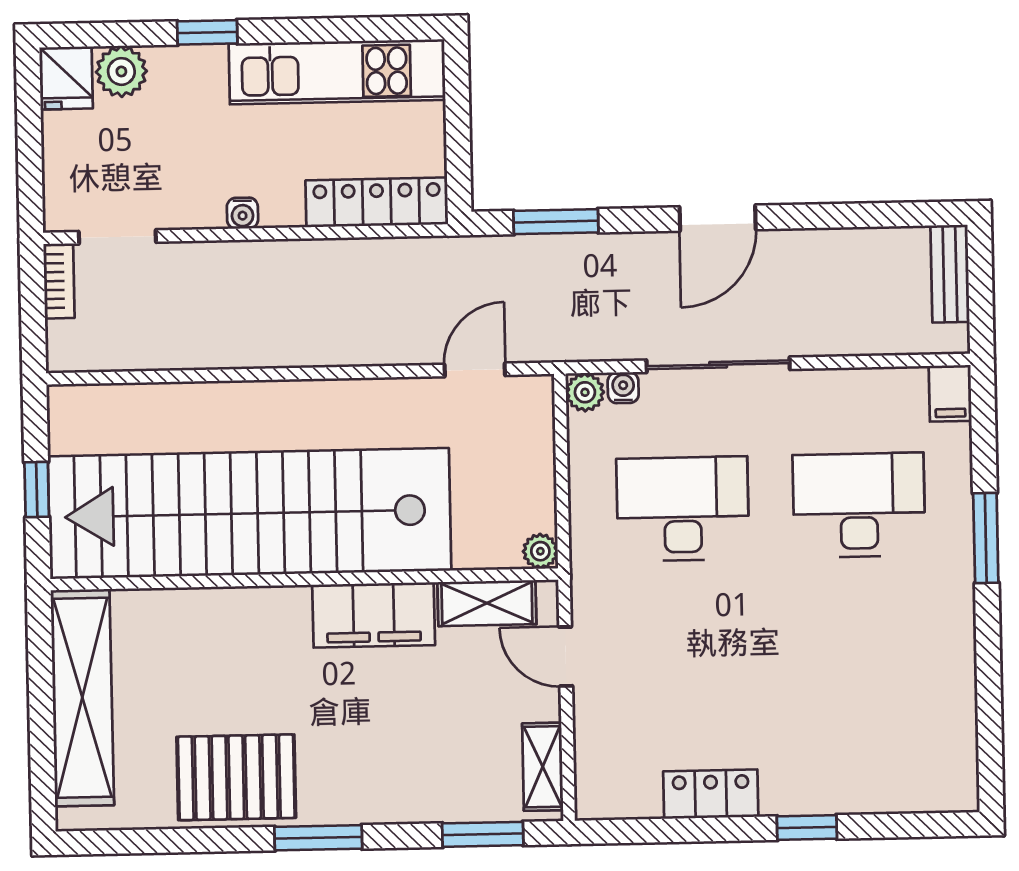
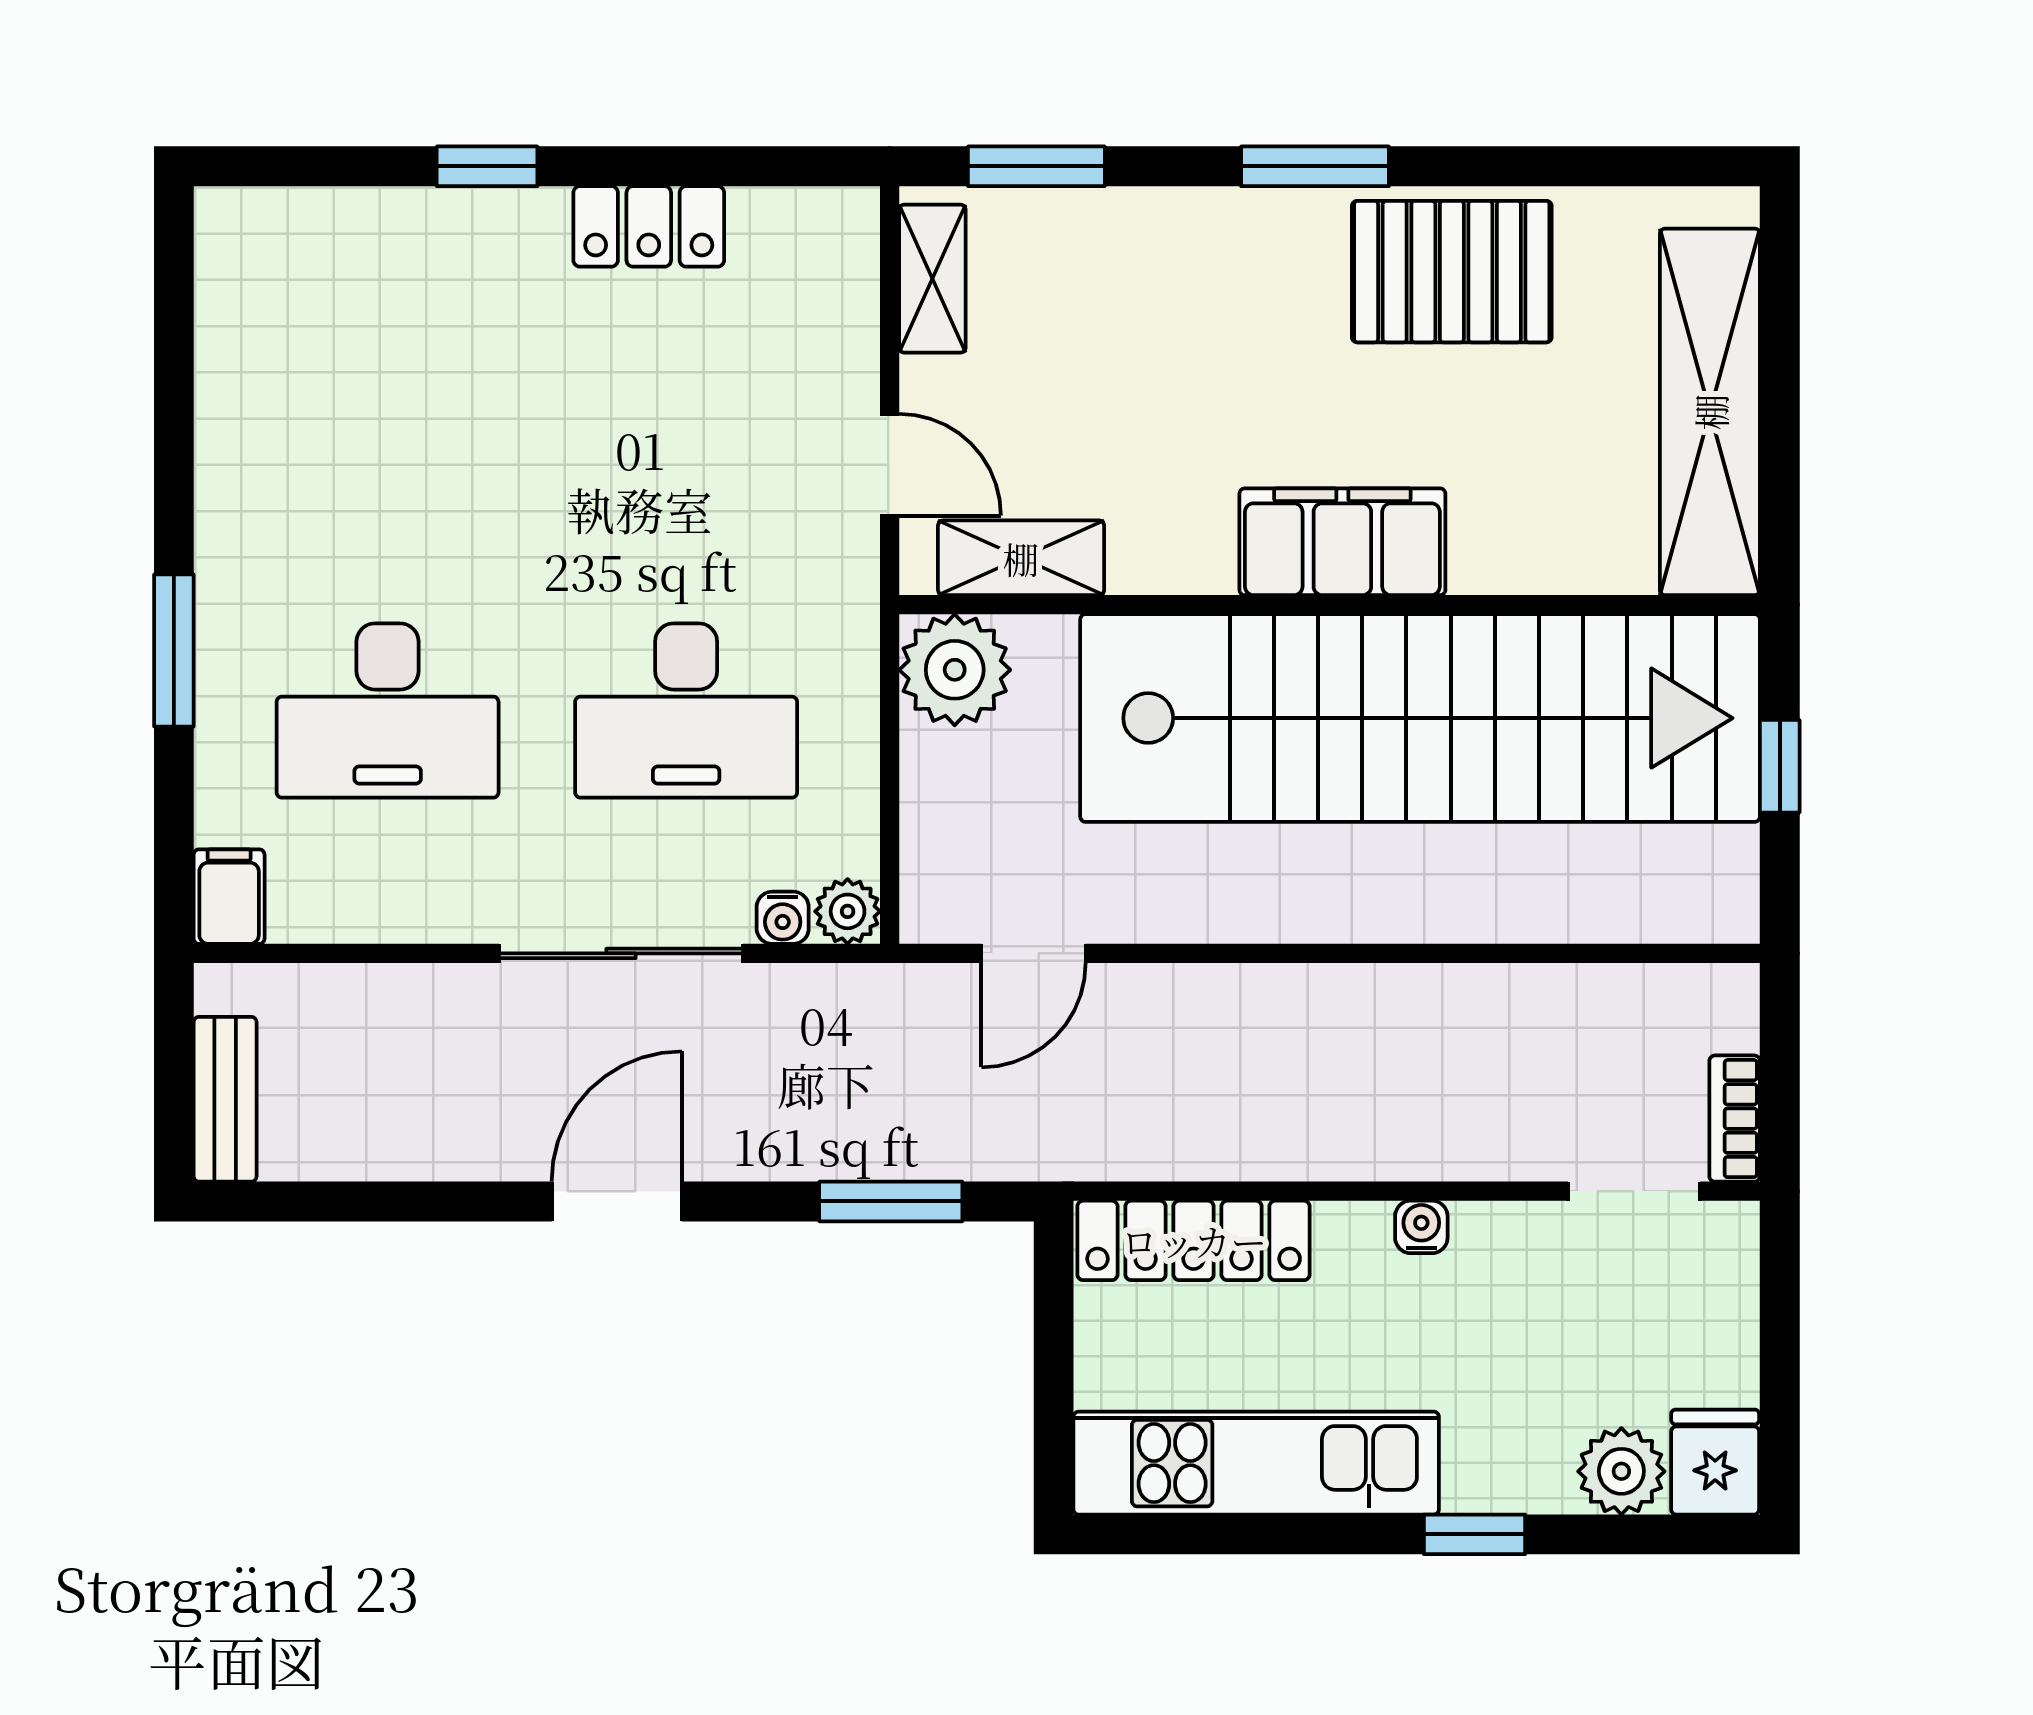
plant: (540, 551) -> (955, 670), width x1.88, depth x1.88
filing cabinet: (374, 615) -> (1342, 542), moved

